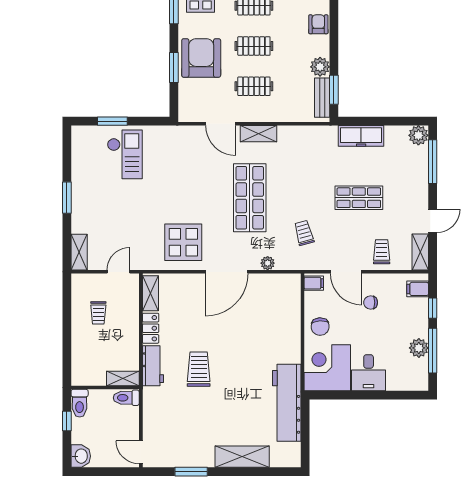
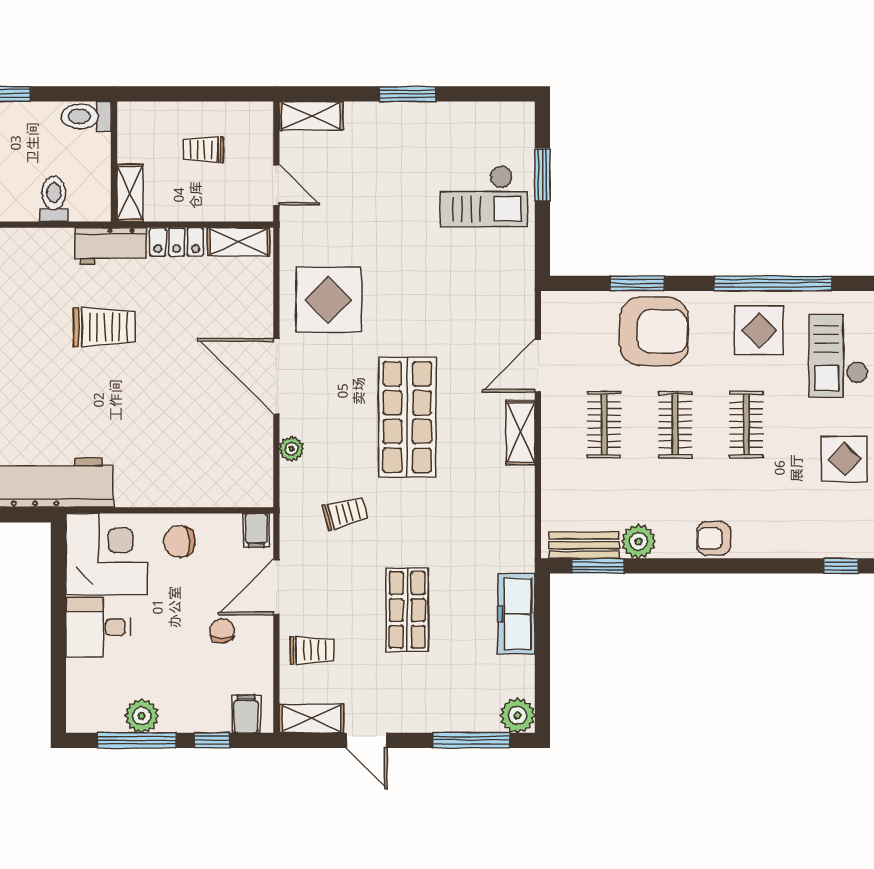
armchair: (318, 24) -> (714, 538), turned 180
shop shelf: (250, 198) -> (407, 417), turned 90
shelving: (123, 378) -> (130, 193), moved
wall: (105, 387) -> (114, 162), moved
toilet: (80, 403) -> (86, 116), moved

